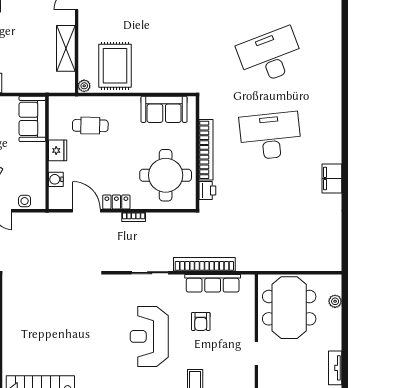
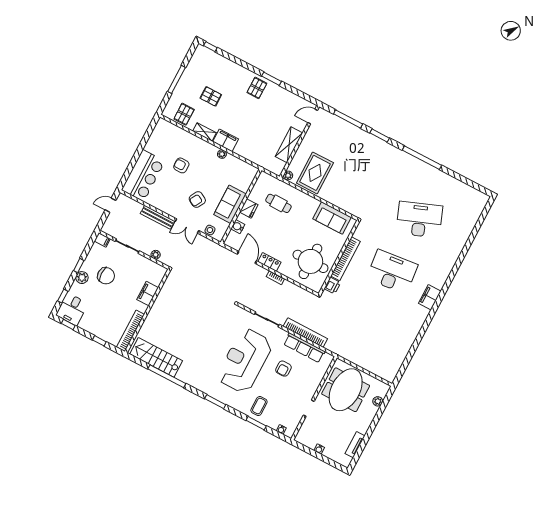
sofa: (32, 119) -> (230, 204), moved
filing cabinet: (332, 178) -> (430, 297), moved
reception desk: (149, 336) -> (245, 361), width x1.36, depth x1.30

